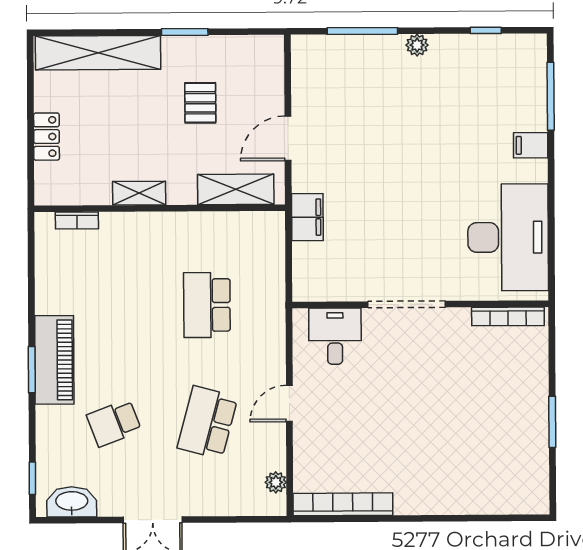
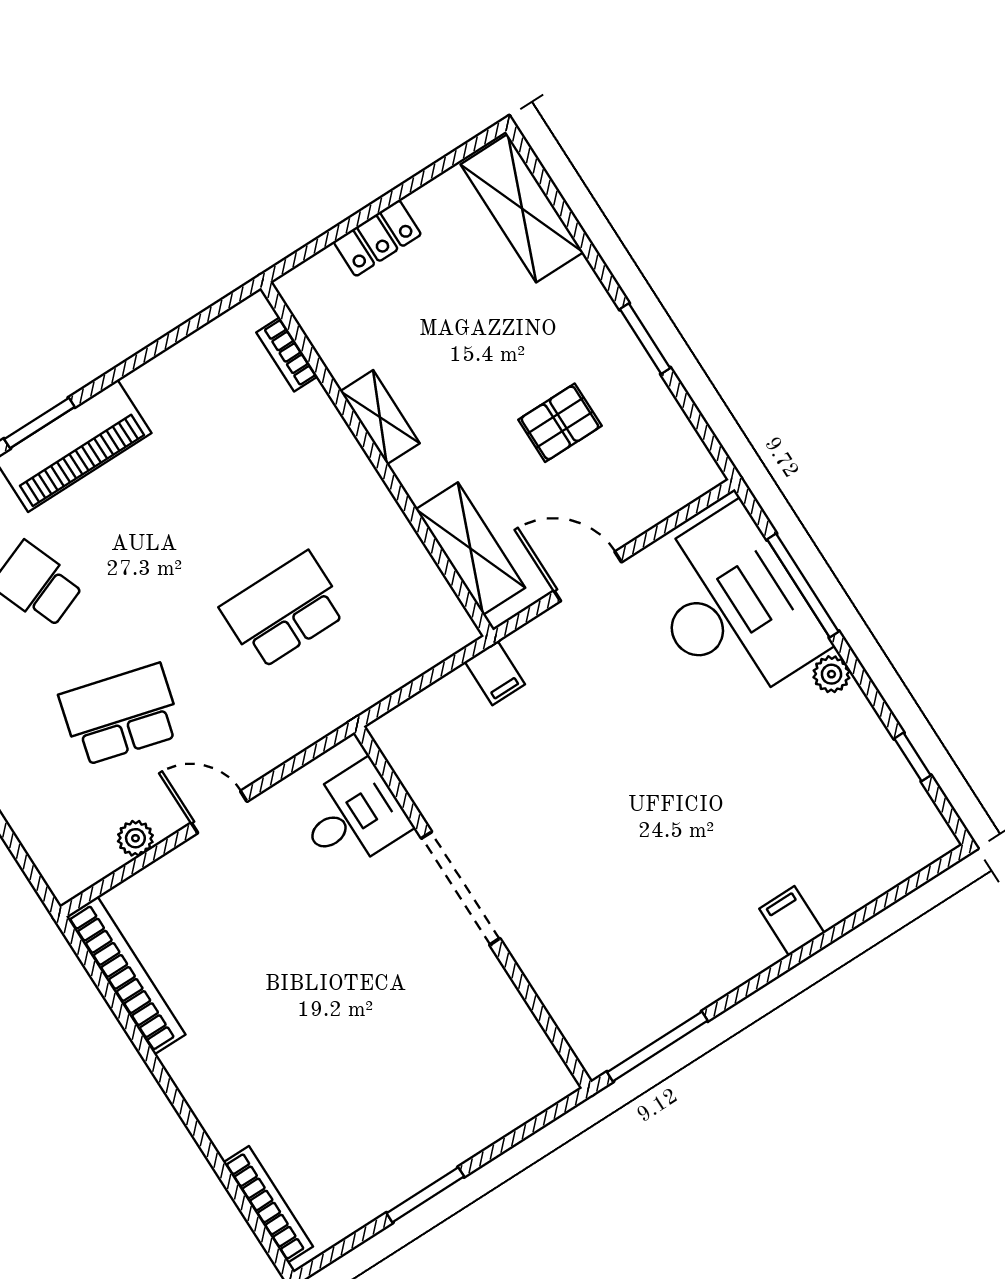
shelving: (98, 53) -> (522, 208), width x0.68
window: (551, 96) -> (657, 1046), moved
filing cabinet: (307, 217) -> (495, 673), width x0.50
desk: (508, 237) -> (732, 607), moved, turned -90
bookcase: (508, 316) -> (268, 1204), moved, turned 180
plant: (276, 482) -> (135, 838), moved

